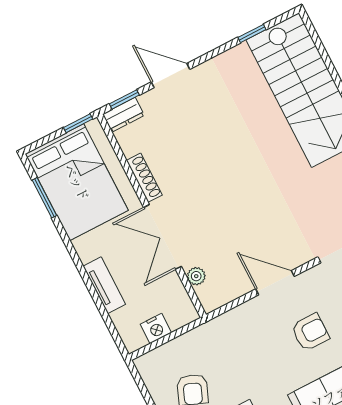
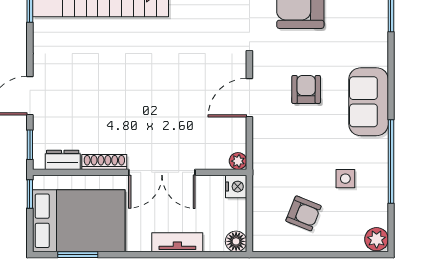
dresser: (123, 115) -> (63, 160), moved, turned -90
plant: (196, 276) -> (238, 161), moved
nightstand: (156, 328) -> (236, 187), moved
floor lamp: (134, 340) -> (236, 241), added

